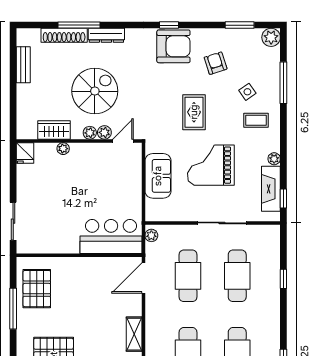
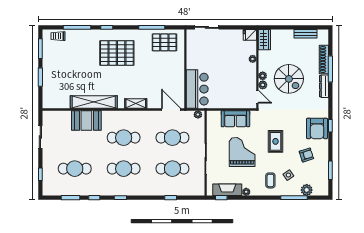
plant: (271, 37) -> (307, 190), moved
rug: (194, 112) -> (275, 141), turned 90
wardrobe: (54, 130) -> (264, 40), moved

